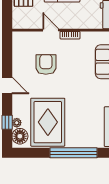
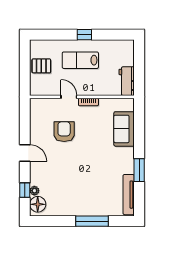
rug: (48, 122) -> (66, 190), removed
window: (73, 153) -> (92, 221), width x0.68

